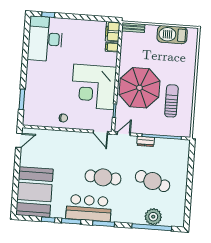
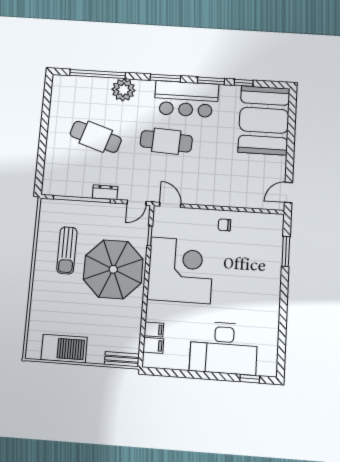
filing cabinet: (113, 32) -> (153, 345), width x0.50
desk: (45, 39) -> (224, 348), moved, turned 90
plant: (153, 217) -> (123, 90), moved

